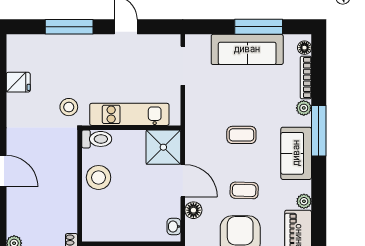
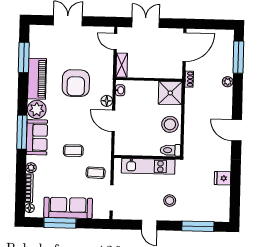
window: (69, 27) -> (198, 226), moved
fridge: (18, 82) -> (222, 178), moved
stool: (69, 107) -> (170, 201), moved
window: (319, 131) -> (22, 132), moved
shower: (163, 147) -> (170, 93), moved
coffee table: (244, 190) -> (96, 173), moved
plant: (304, 201) -> (37, 109), width x1.87, depth x1.87

